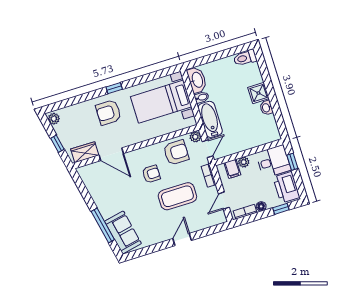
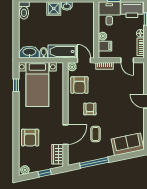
window: (114, 88) -> (16, 85), moved
armchair: (108, 112) -> (30, 138), moved
armchair: (176, 152) -> (79, 85), turned 180
coffee table: (177, 196) -> (95, 134), moved, width x0.54, depth x0.58
window: (103, 225) -> (94, 163), moved

